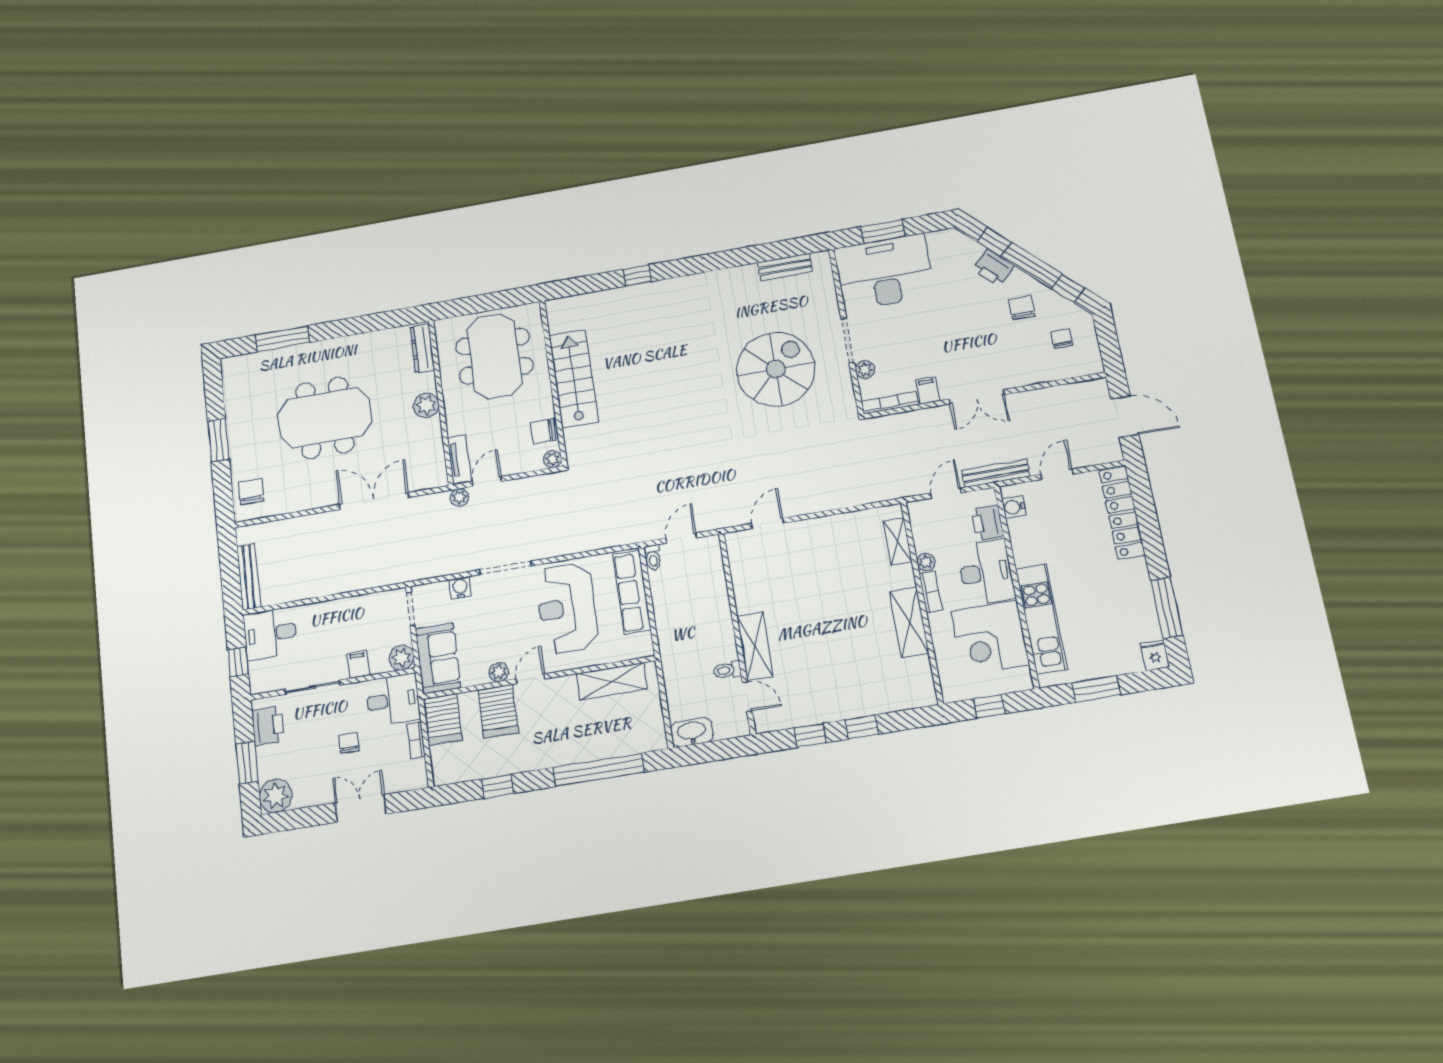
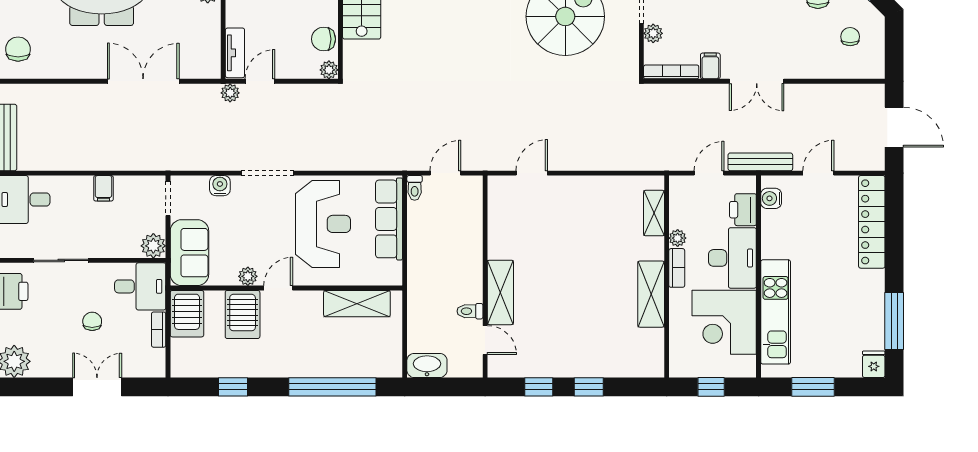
reception desk: (567, 608) -> (323, 224), turned 180
filing cabinet: (358, 664) -> (103, 188), moved, turned 180

